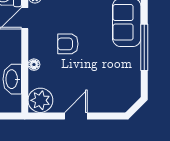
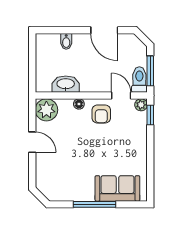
armchair: (68, 44) -> (101, 114), moved, turned 180

